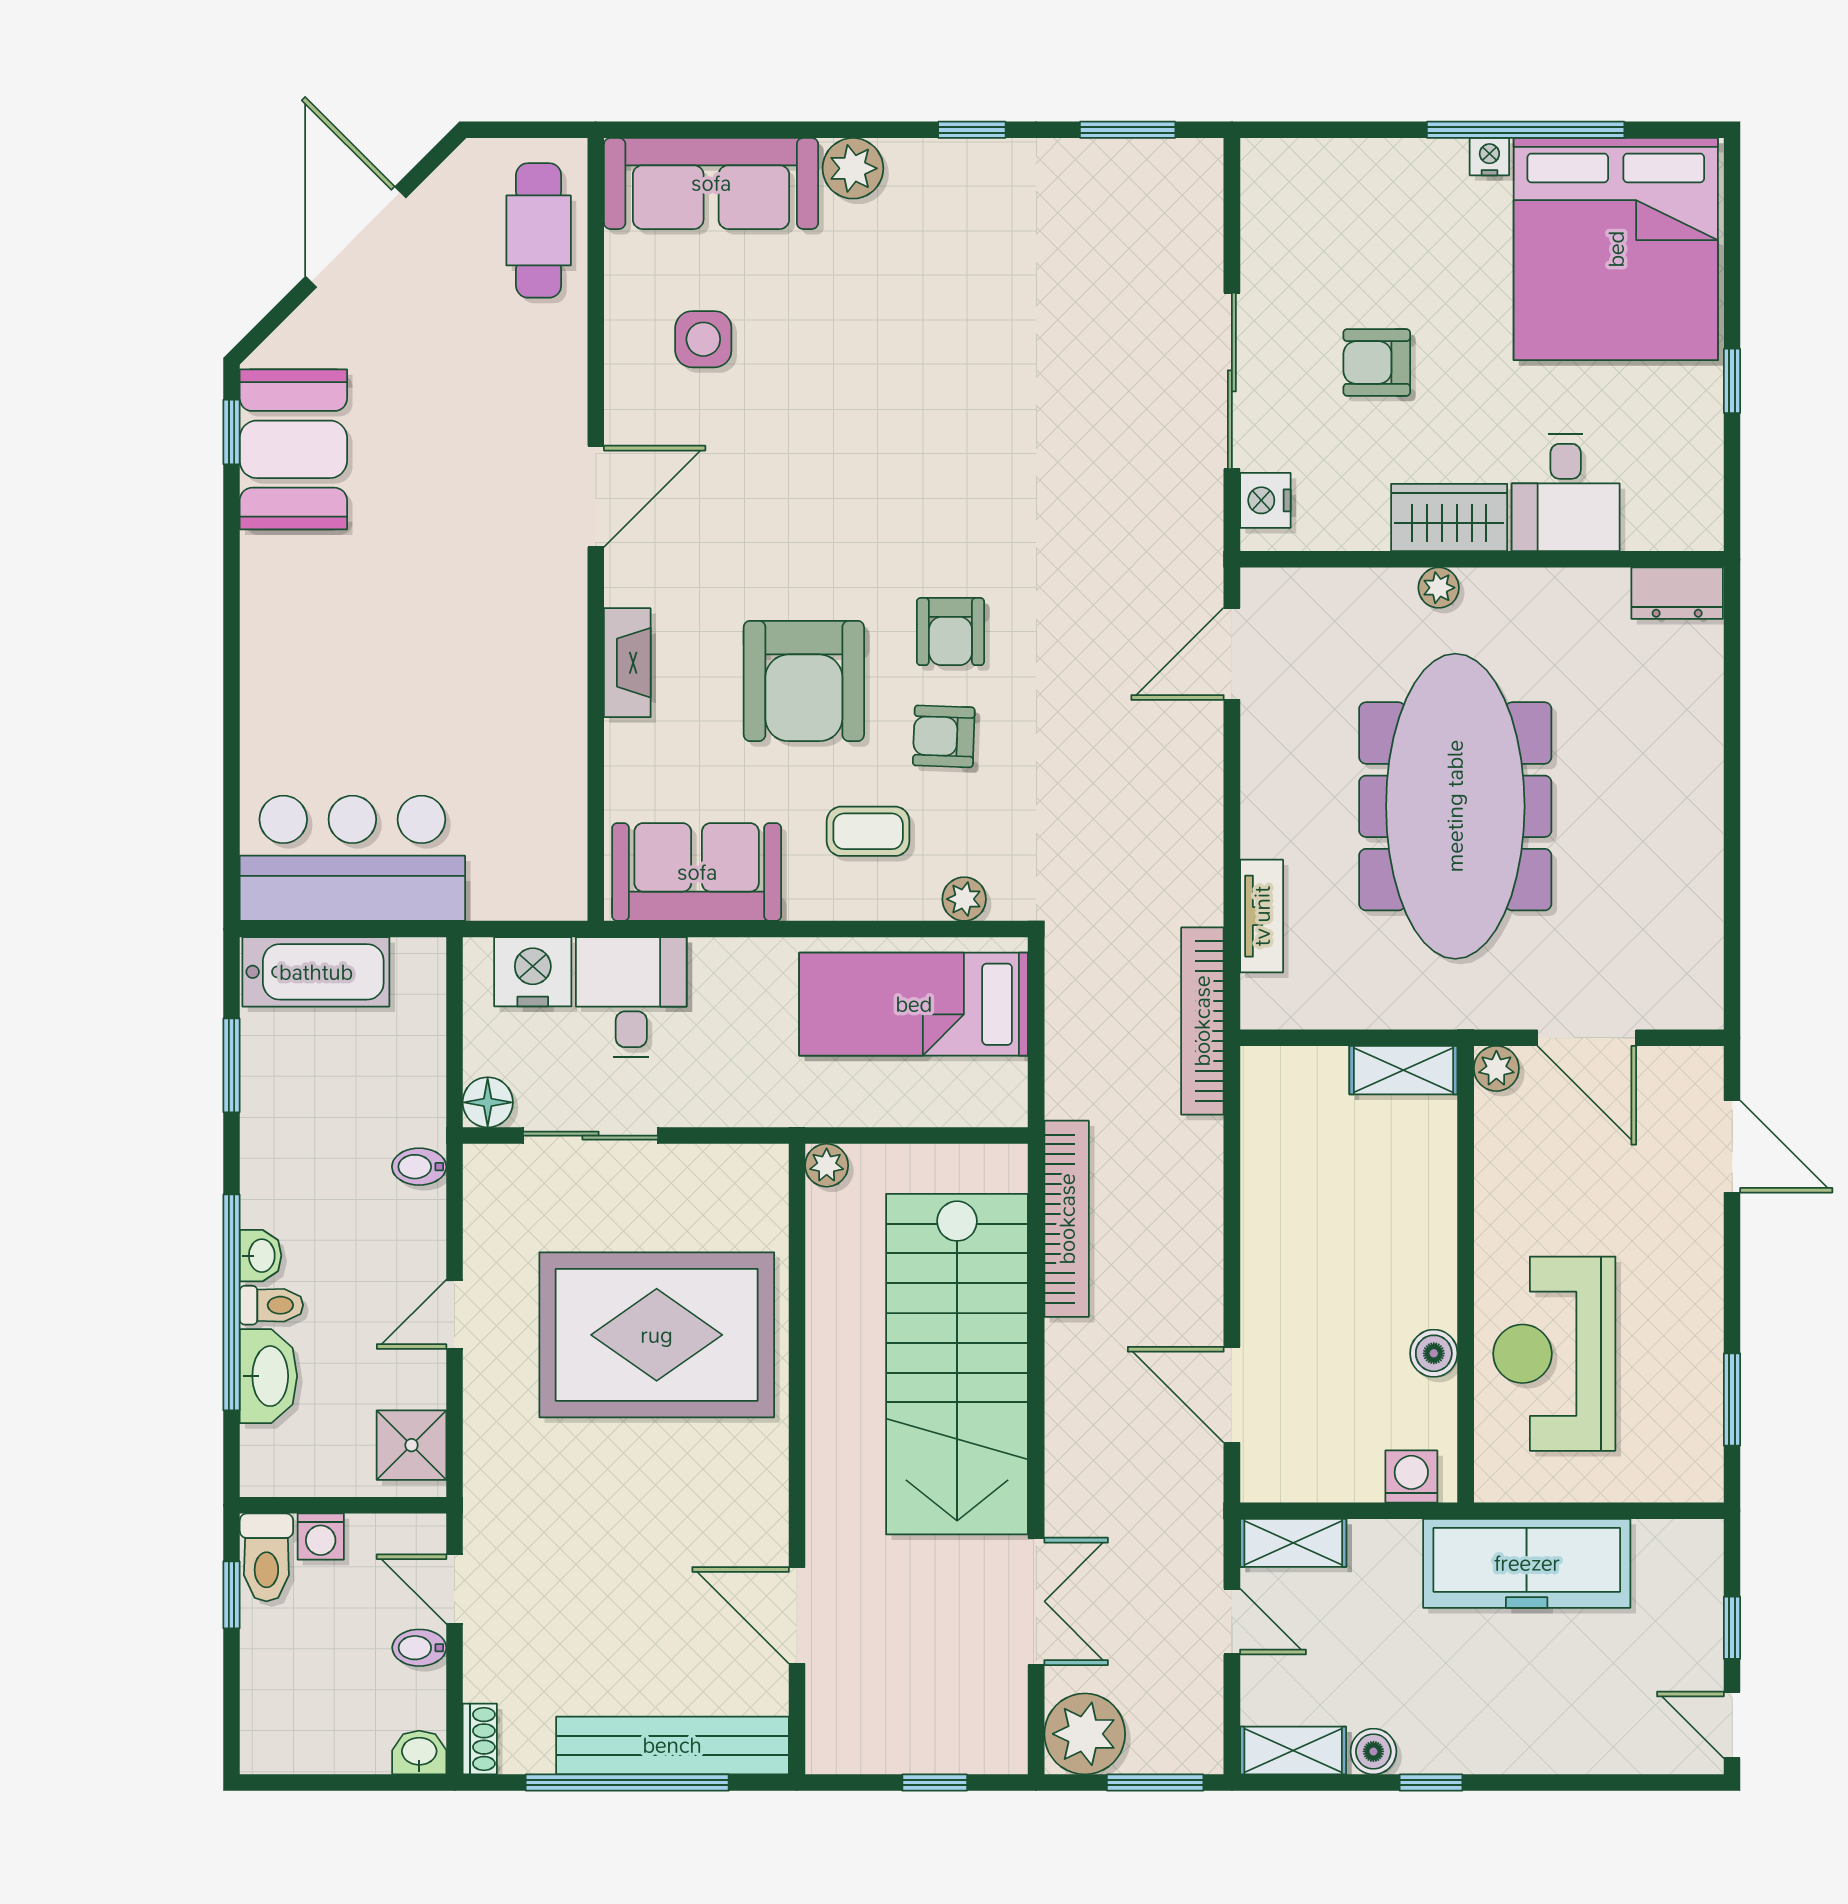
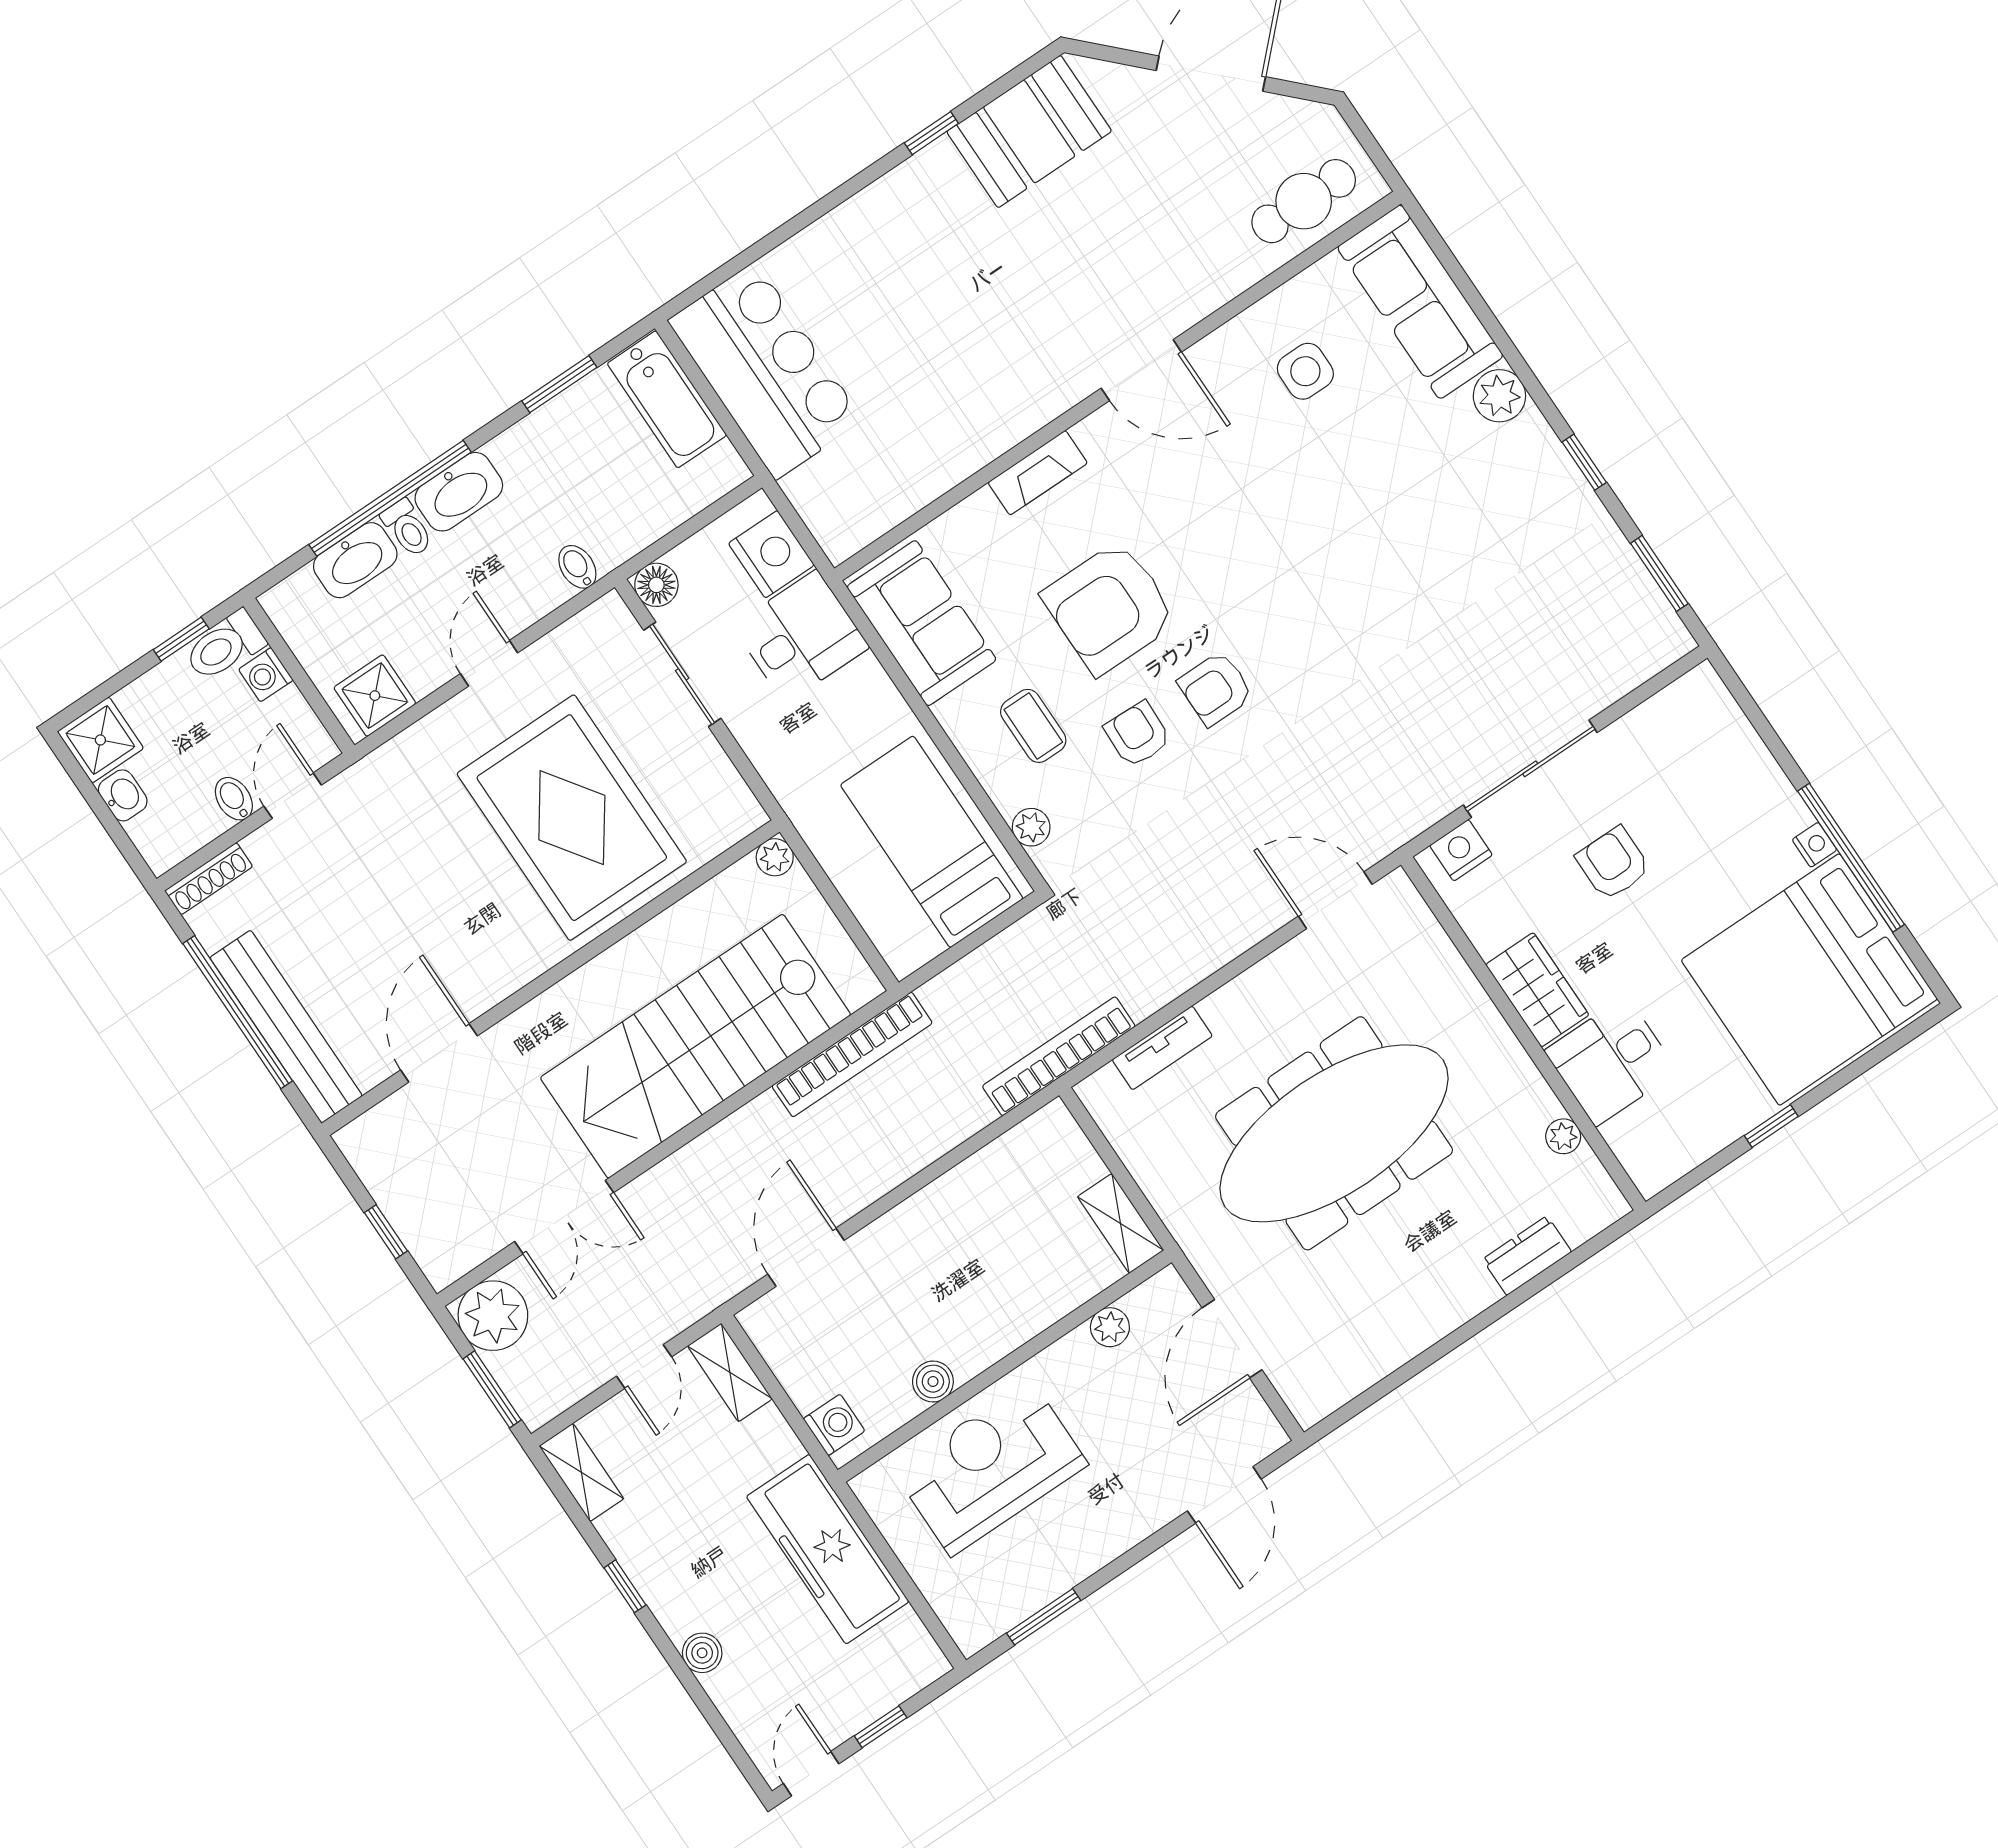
window: (232, 432) -> (931, 133), moved
plant: (1439, 588) -> (1563, 1136), moved
dresser: (1677, 593) -> (1527, 1256), moved, turned 90
plant: (1496, 1068) -> (1110, 1327), moved
washbasin: (261, 1256) -> (459, 492), width x1.91, depth x1.45
door: (454, 1314) -> (489, 663), hinge flipped
shower: (276, 1738) -> (100, 740), added
shoe rack: (480, 1739) -> (209, 879), width x1.43
boiler: (1373, 1751) -> (702, 1653), moved
washbasin: (419, 1753) -> (123, 795), moved

